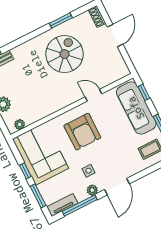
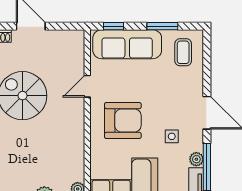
plant: (92, 190) -> (196, 159), moved

